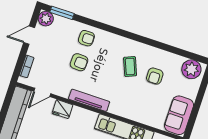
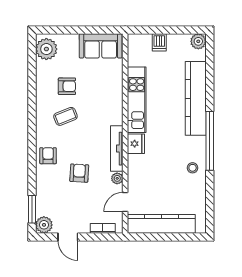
armchair: (86, 38) -> (48, 156), moved
door: (42, 92) -> (125, 202), swing flipped
plant: (64, 92) -> (117, 178), added
fridge: (62, 109) -> (136, 144), moved

